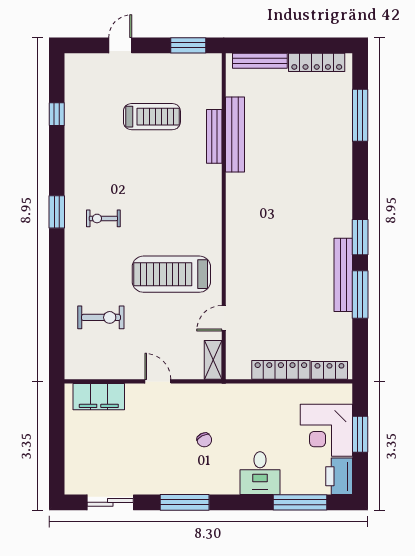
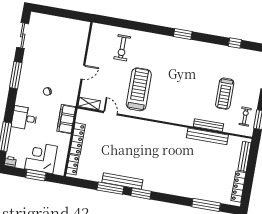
exercise bike: (103, 218) -> (245, 117), moved
filing cabinet: (99, 397) -> (66, 119), moved
printer: (339, 476) -> (10, 162), width x0.53, depth x0.68

